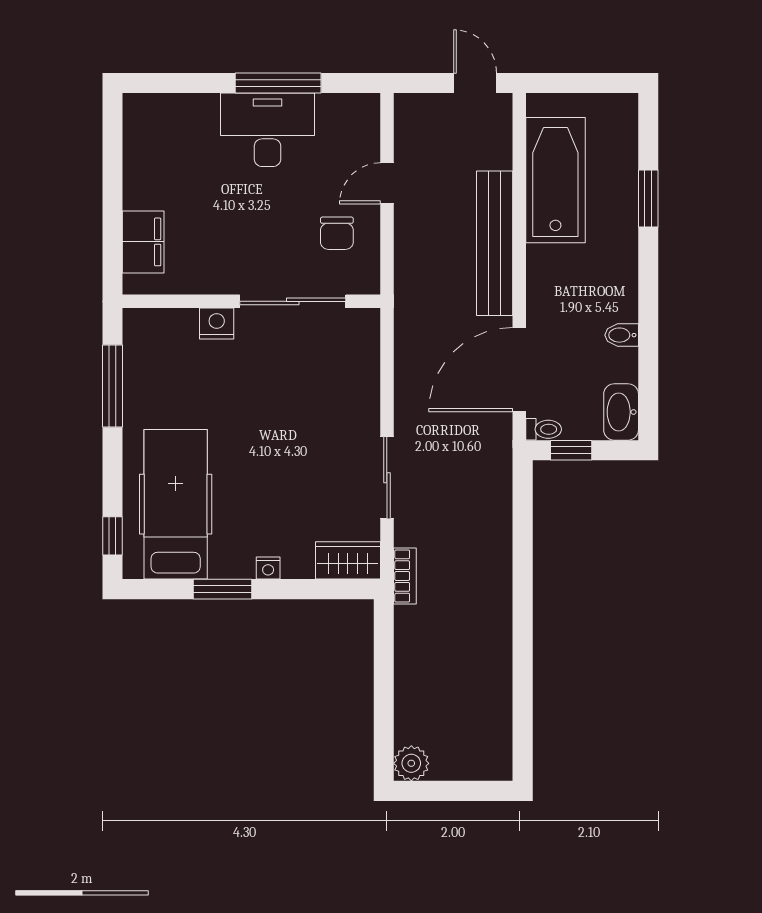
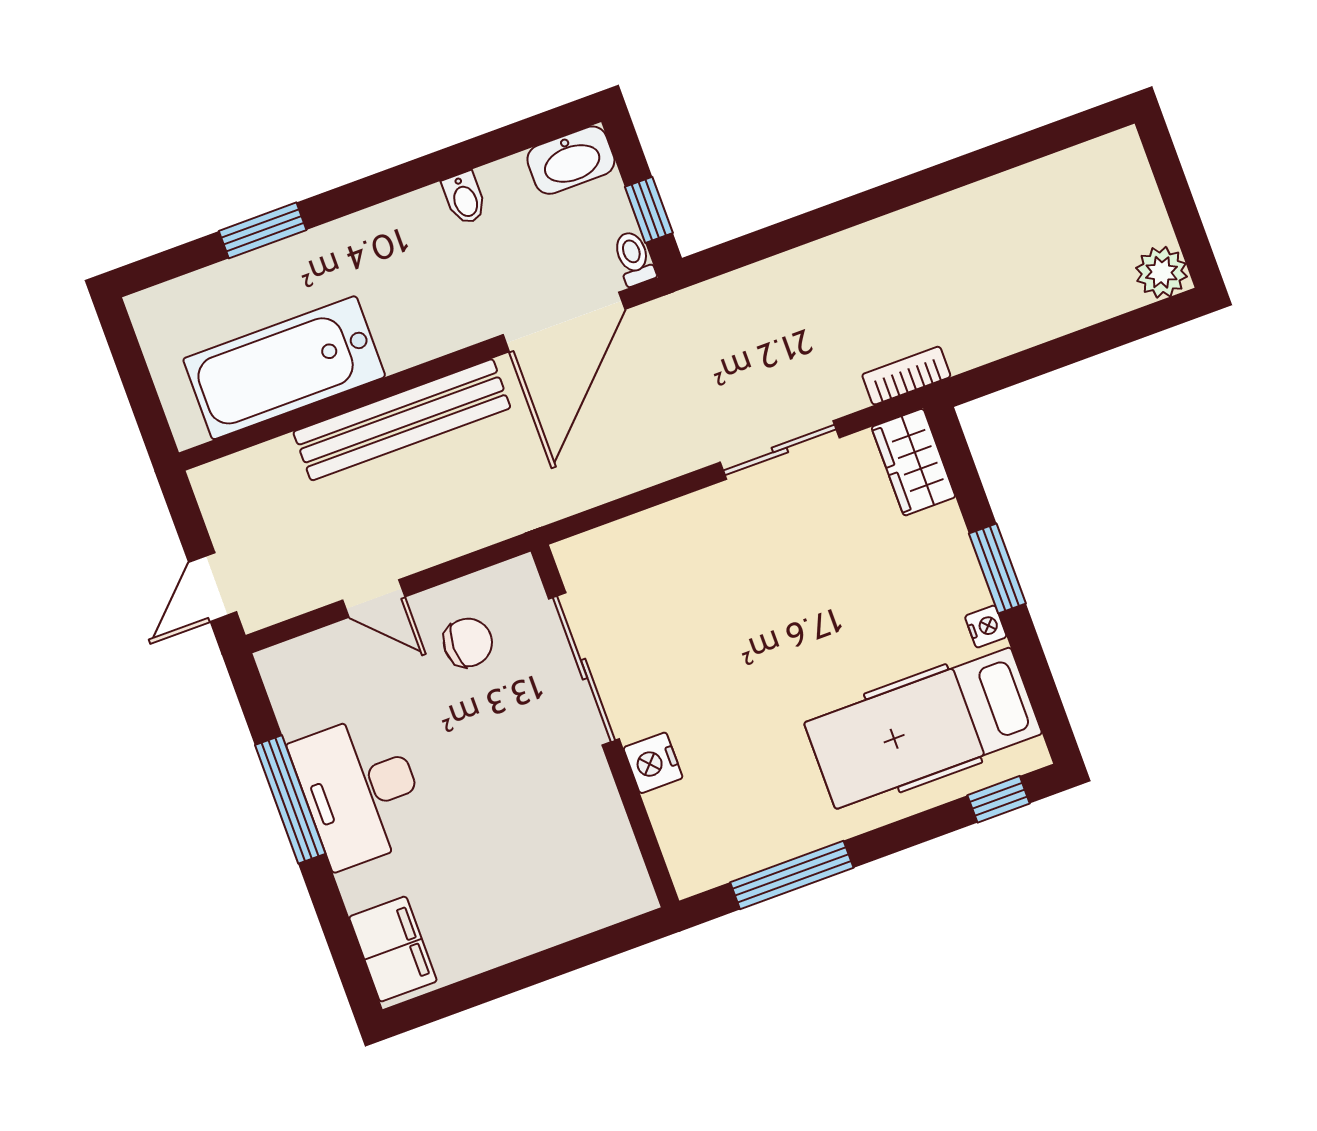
door: (475, 83) -> (213, 587), moved
filing cabinet: (143, 242) -> (393, 949), moved, turned 90
door: (519, 370) -> (564, 322), hinge flipped
nightstand: (268, 568) -> (986, 627), moved
window: (222, 589) -> (997, 568), moved

